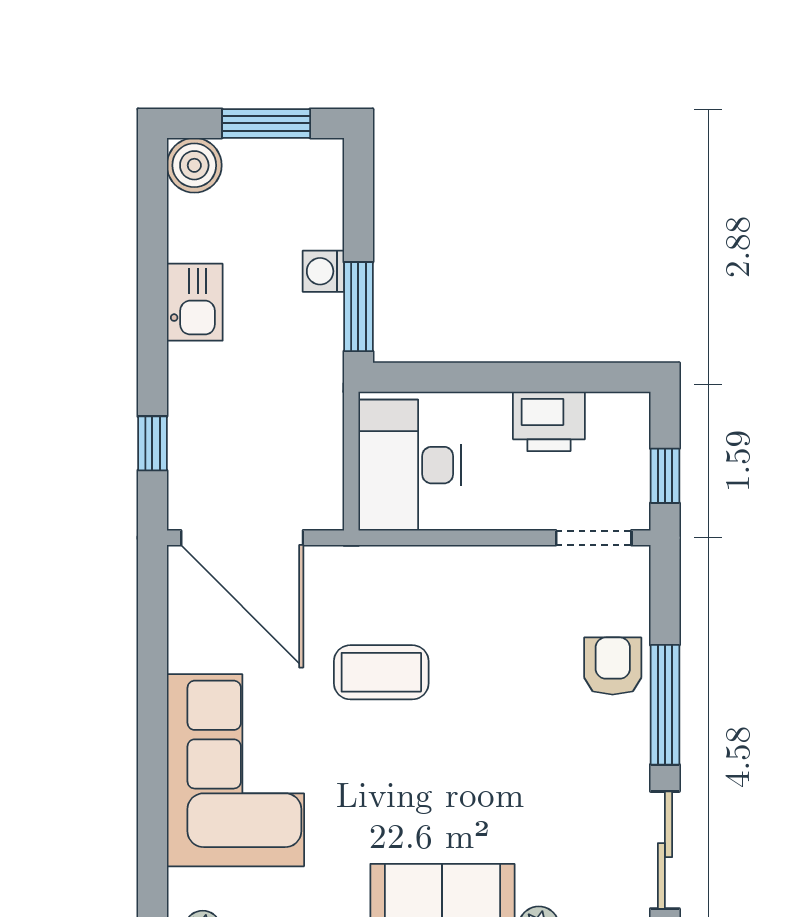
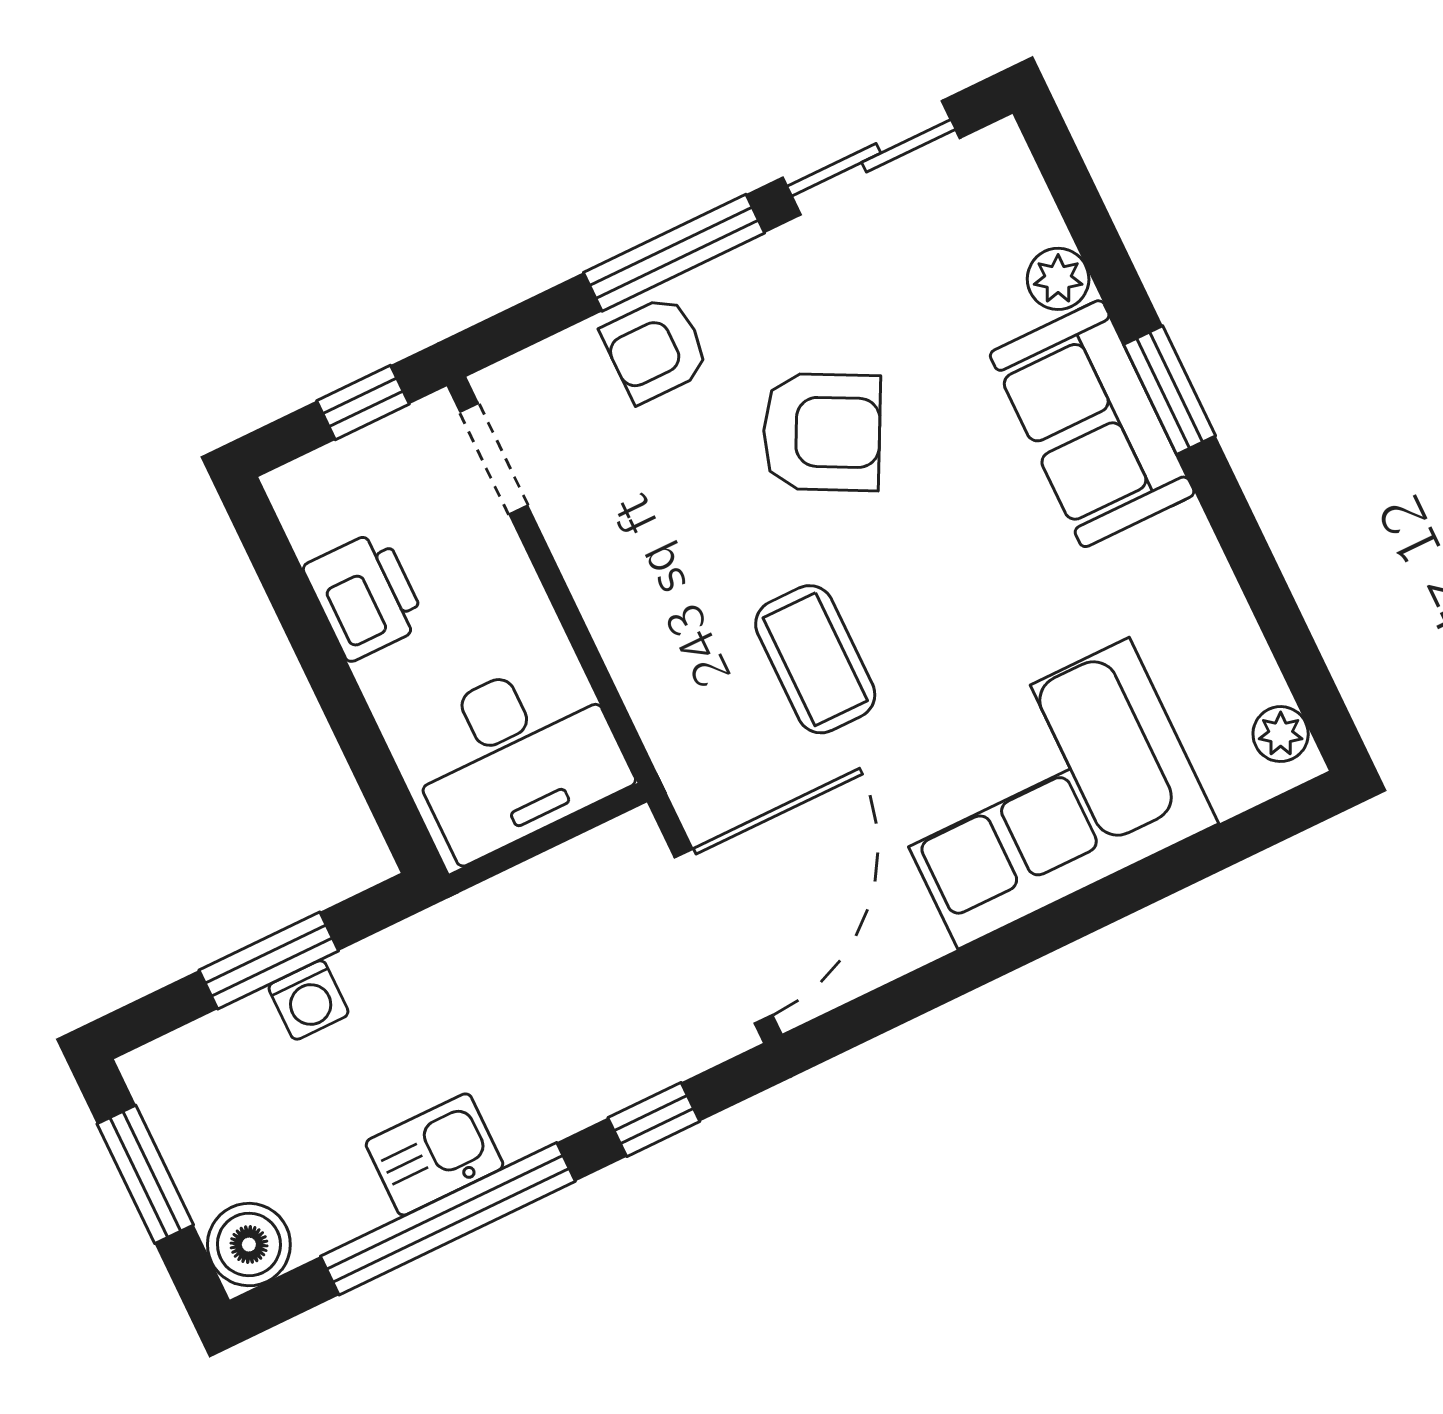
window: (152, 292) -> (448, 1219), added
window: (358, 307) -> (269, 960), moved
armchair: (515, 742) -> (822, 432), added

